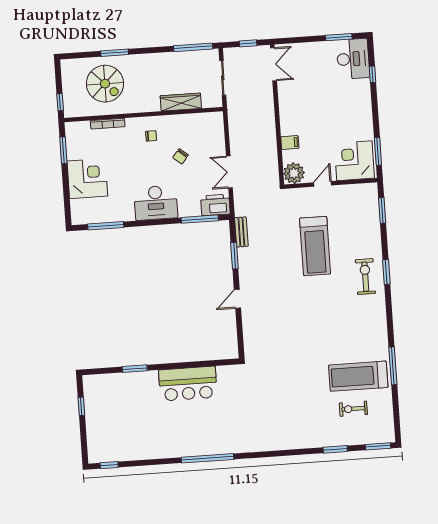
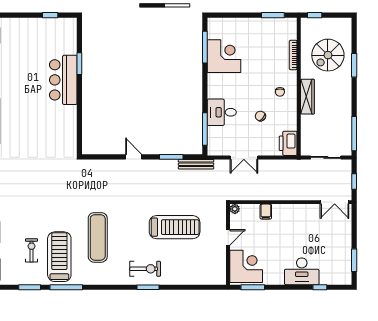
desk: (353, 59) -> (302, 271), moved
wardrobe: (181, 102) -> (307, 97), moved
double door: (229, 172) -> (244, 157), swing flipped
plant: (294, 173) -> (235, 209), width x0.53, depth x0.53
corner desk: (87, 179) -> (224, 56), moved, turned -90
door: (323, 184) -> (228, 237), hinge flipped
desk: (156, 203) -> (222, 112), moved, width x0.73
printer: (215, 205) -> (288, 143), moved, turned 180
window: (382, 210) -> (30, 287), moved
bench: (241, 232) -> (196, 164), width x1.36
treadmill: (315, 246) -> (175, 227), turned 180
exercise mat: (333, 334) -> (98, 237), added
bar counter: (188, 384) -> (63, 80), moved

